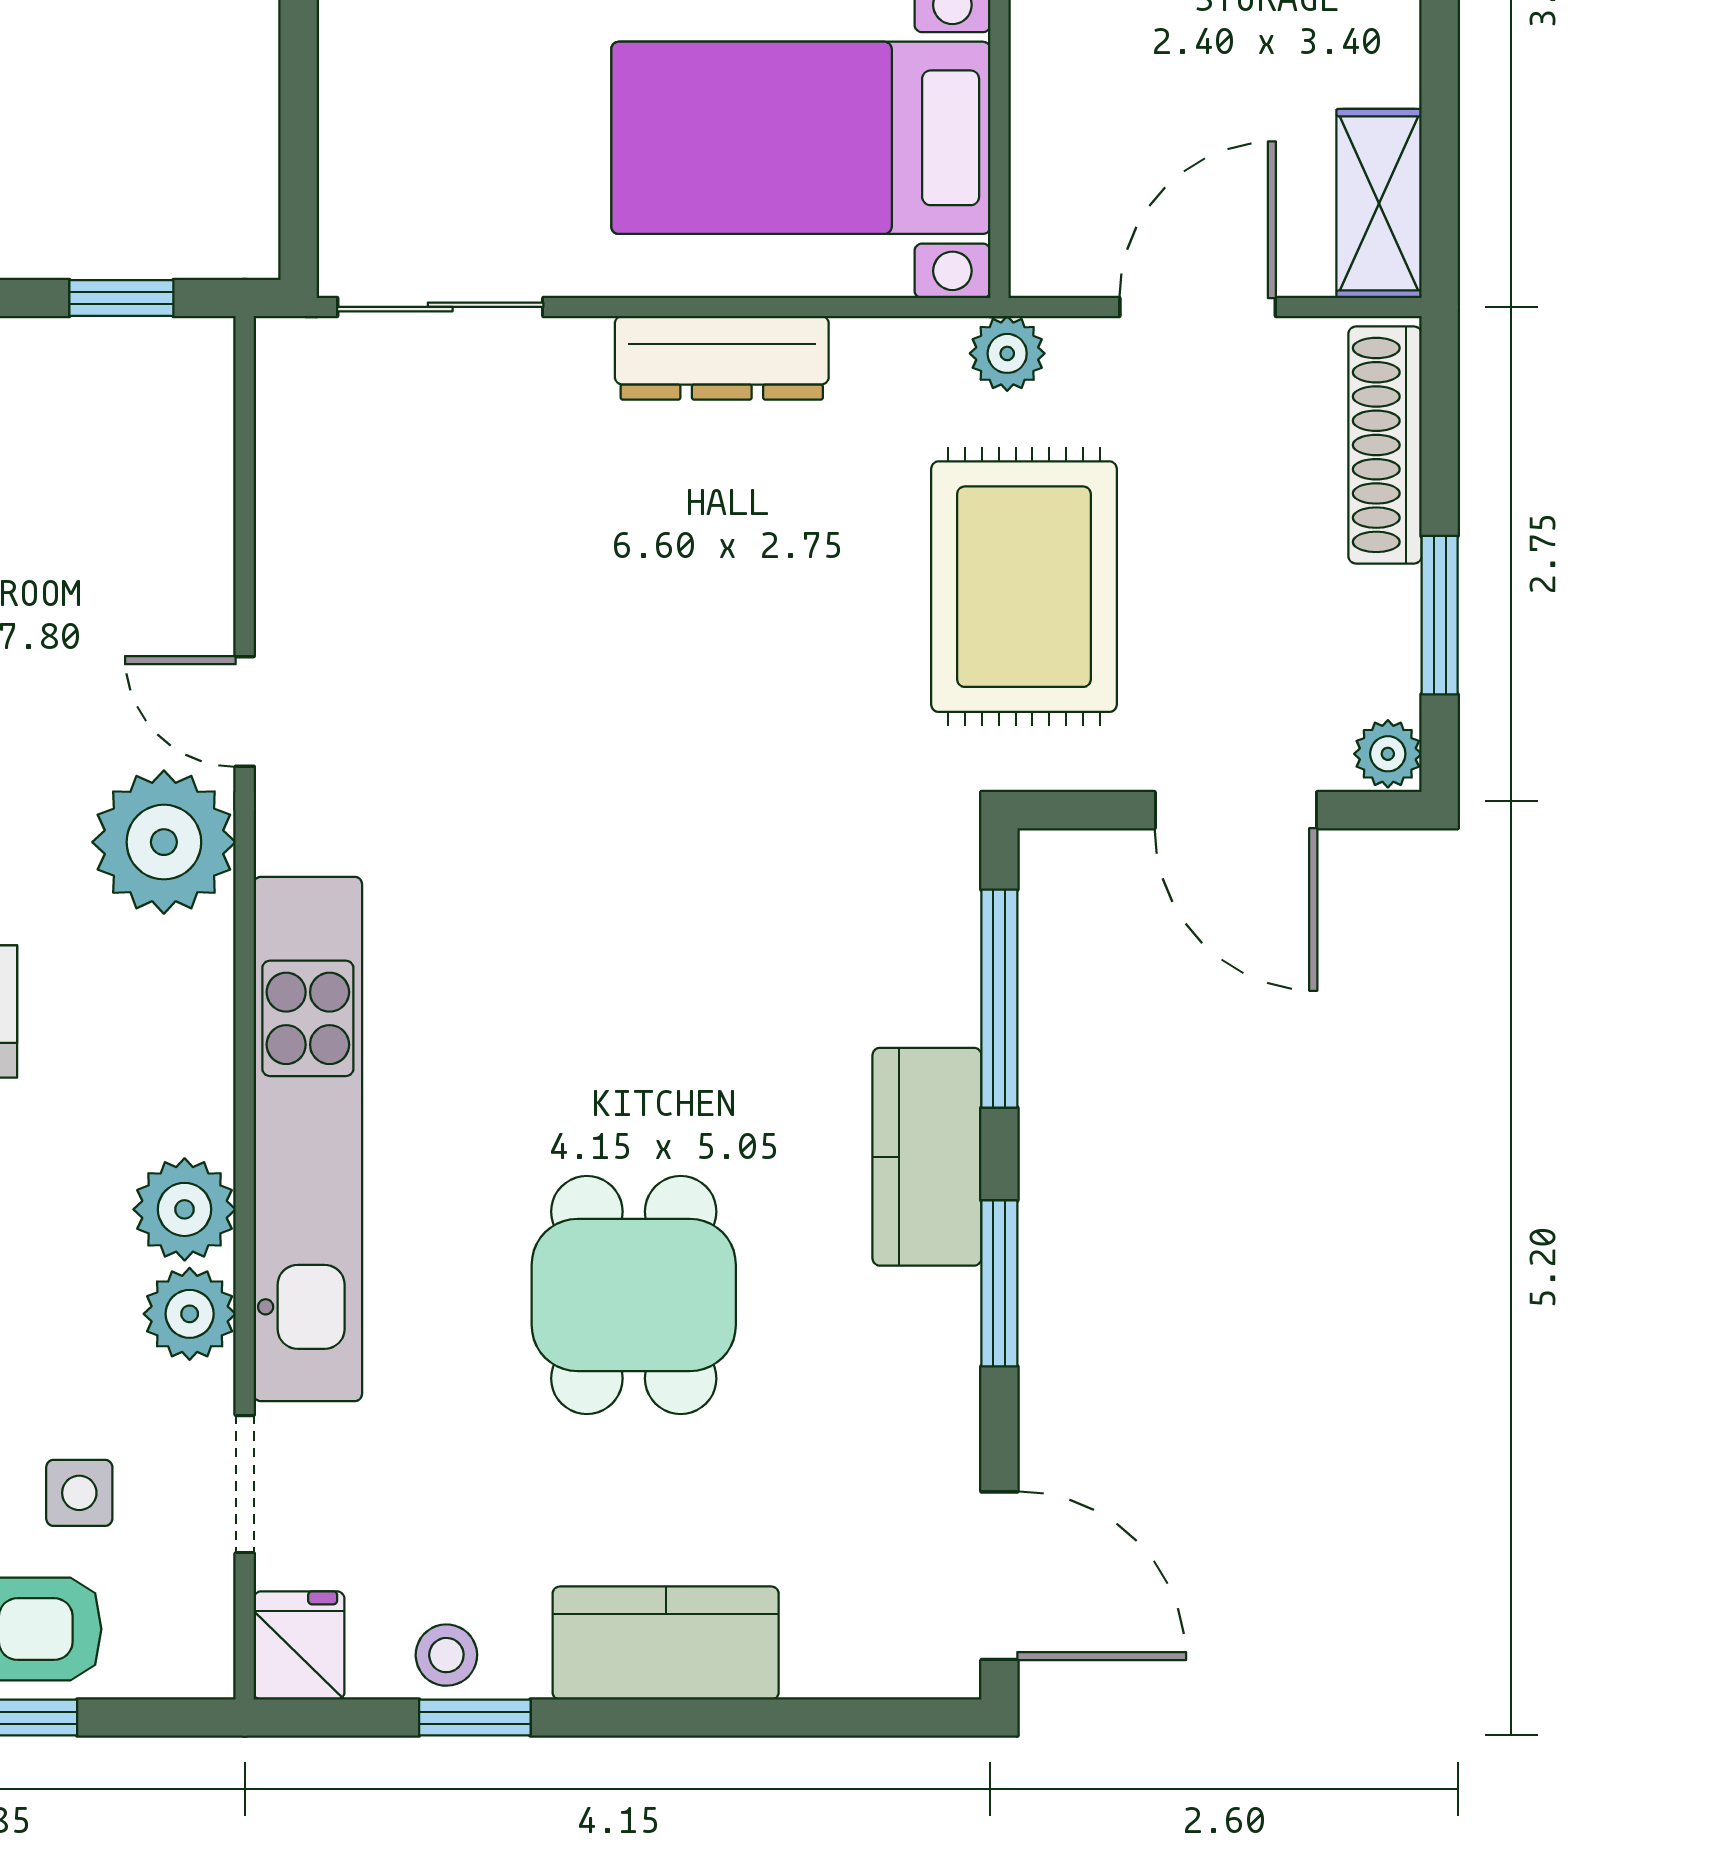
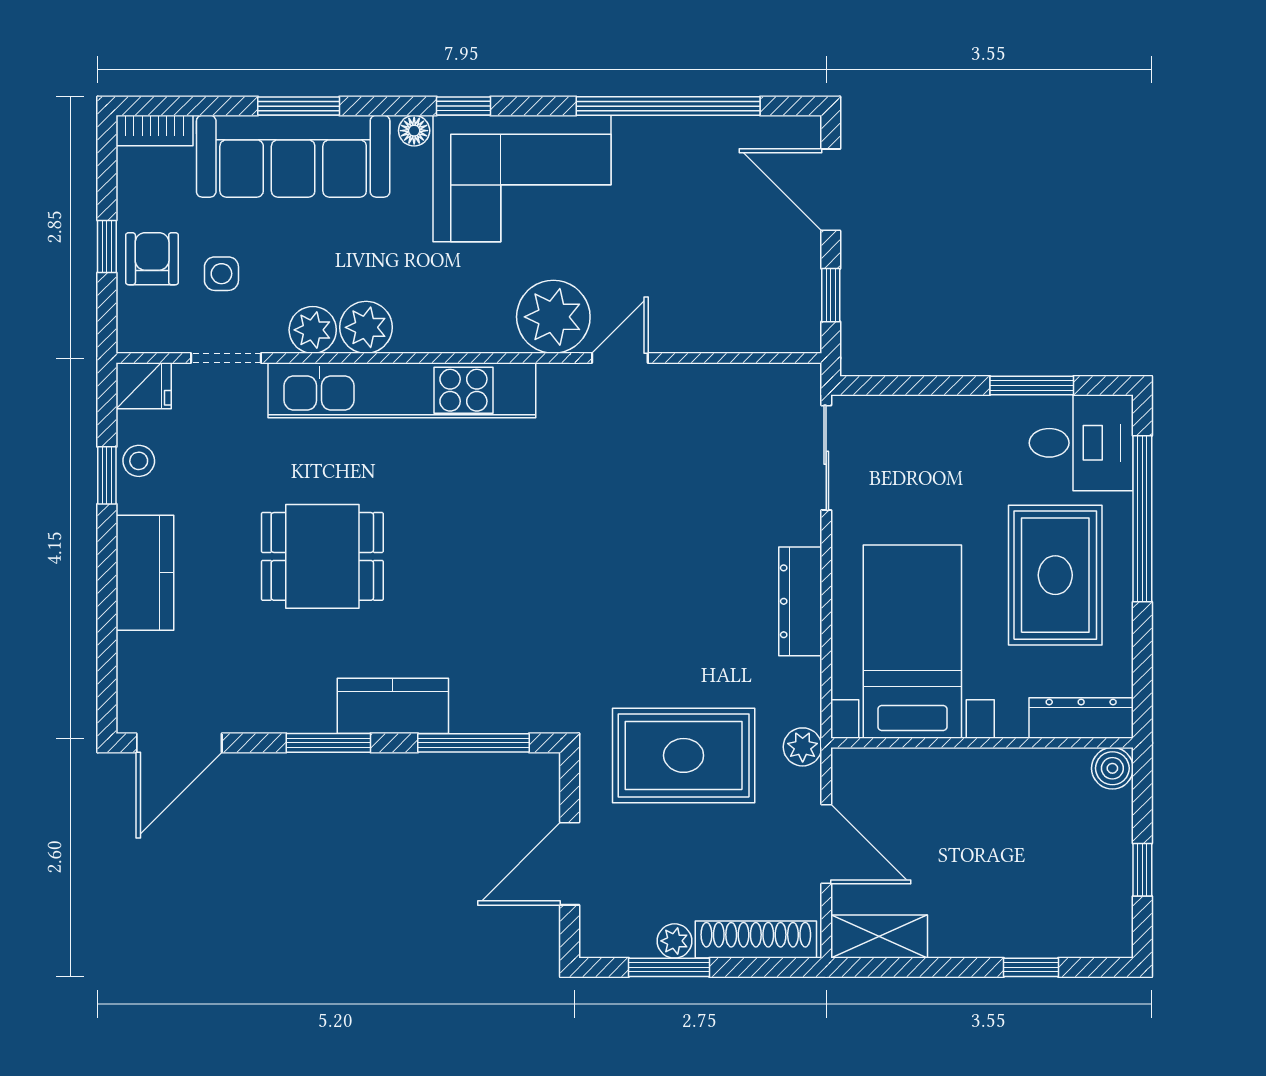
plant: (1388, 754) -> (675, 941), moved

